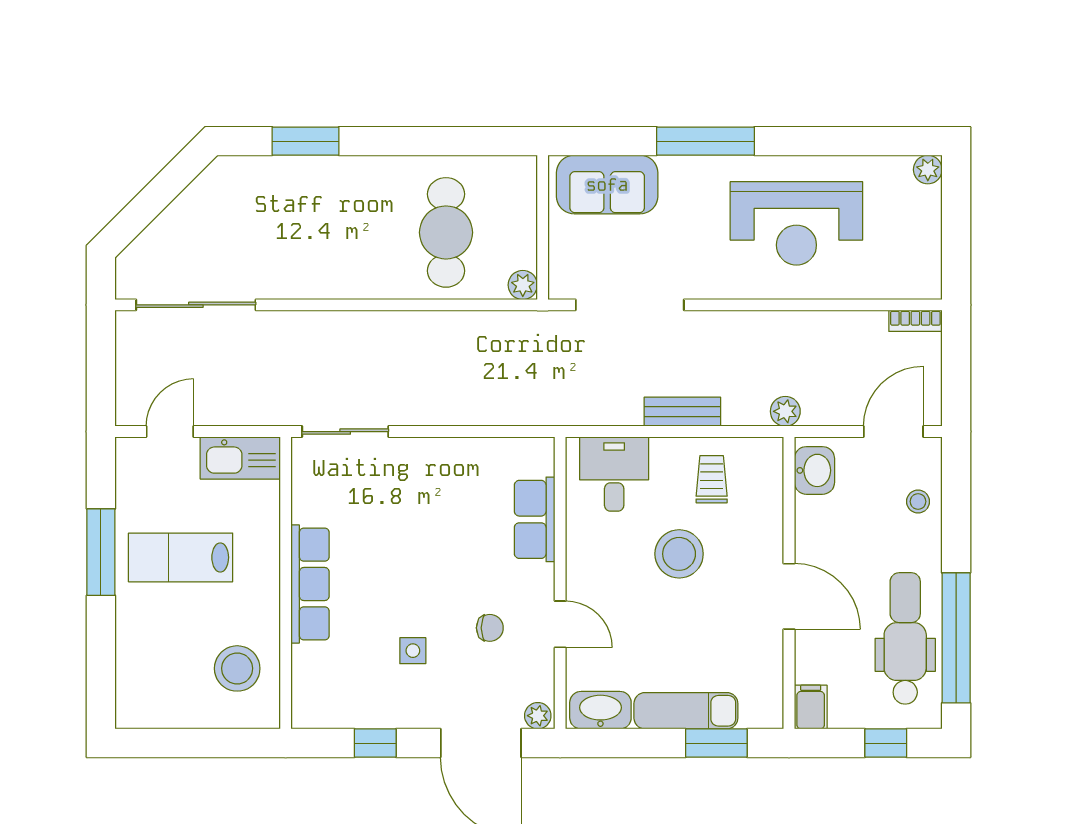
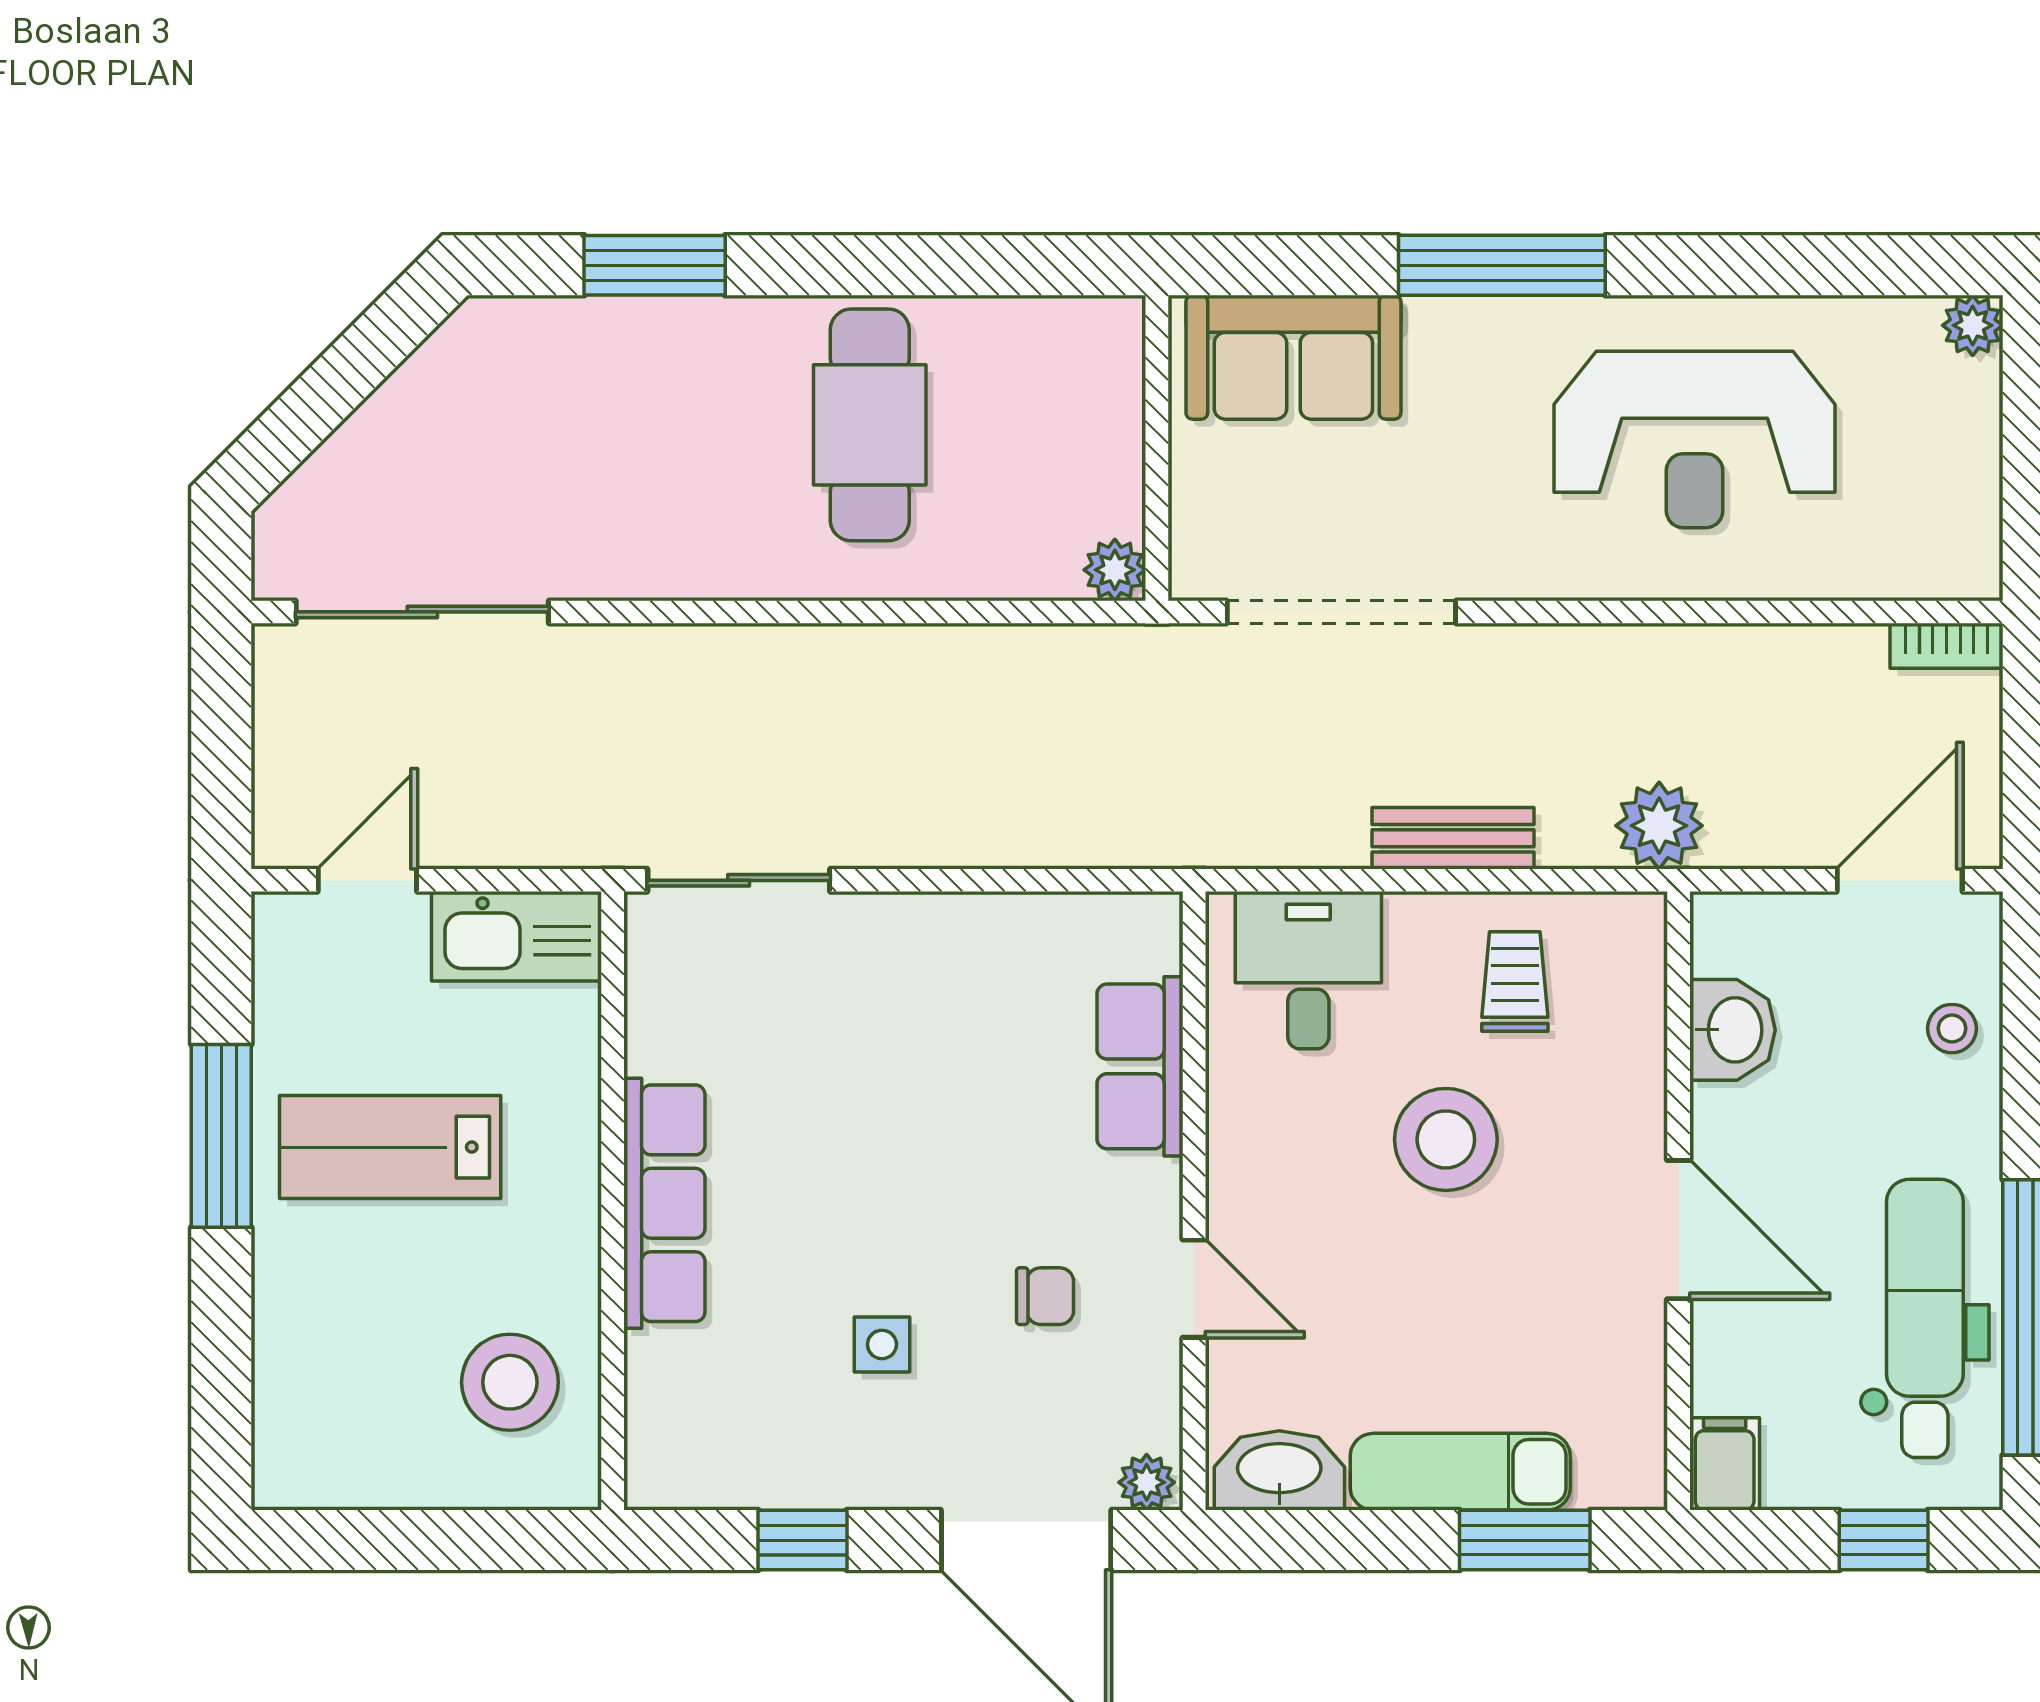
cafe table: (446, 232) -> (870, 425), moved
plant: (785, 411) -> (1659, 826), width x1.38, depth x1.38
washbasin: (814, 470) -> (1733, 1030), moved

